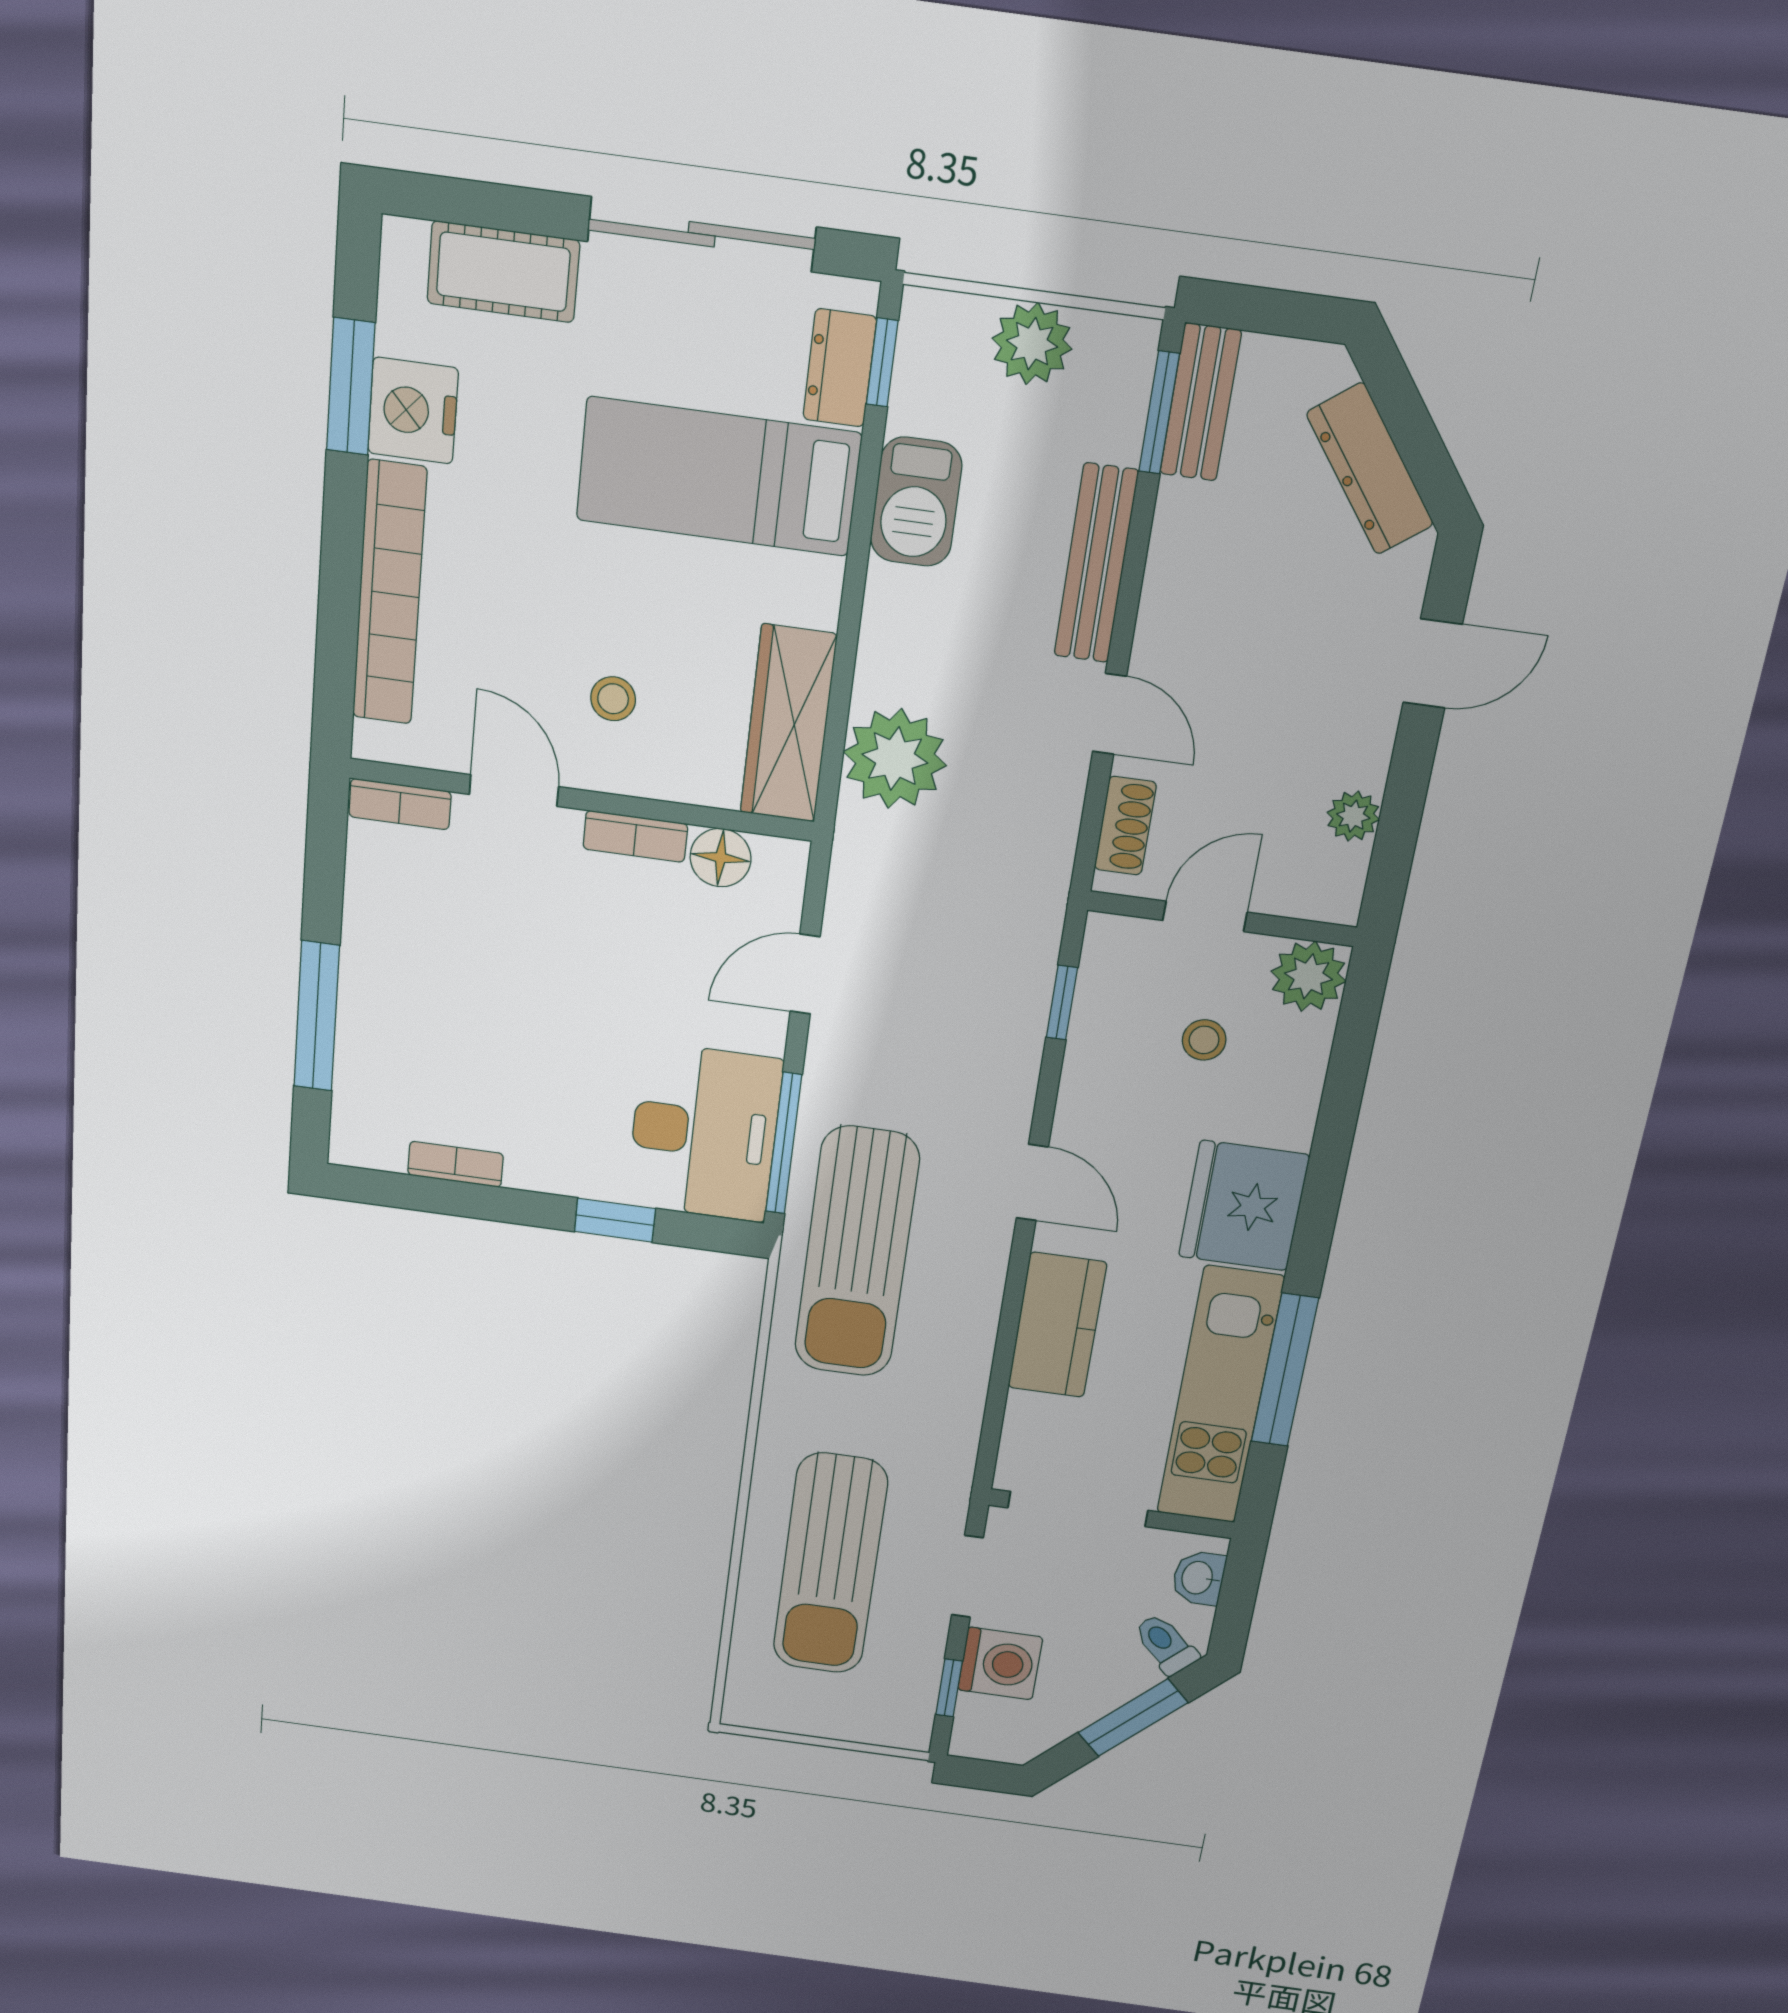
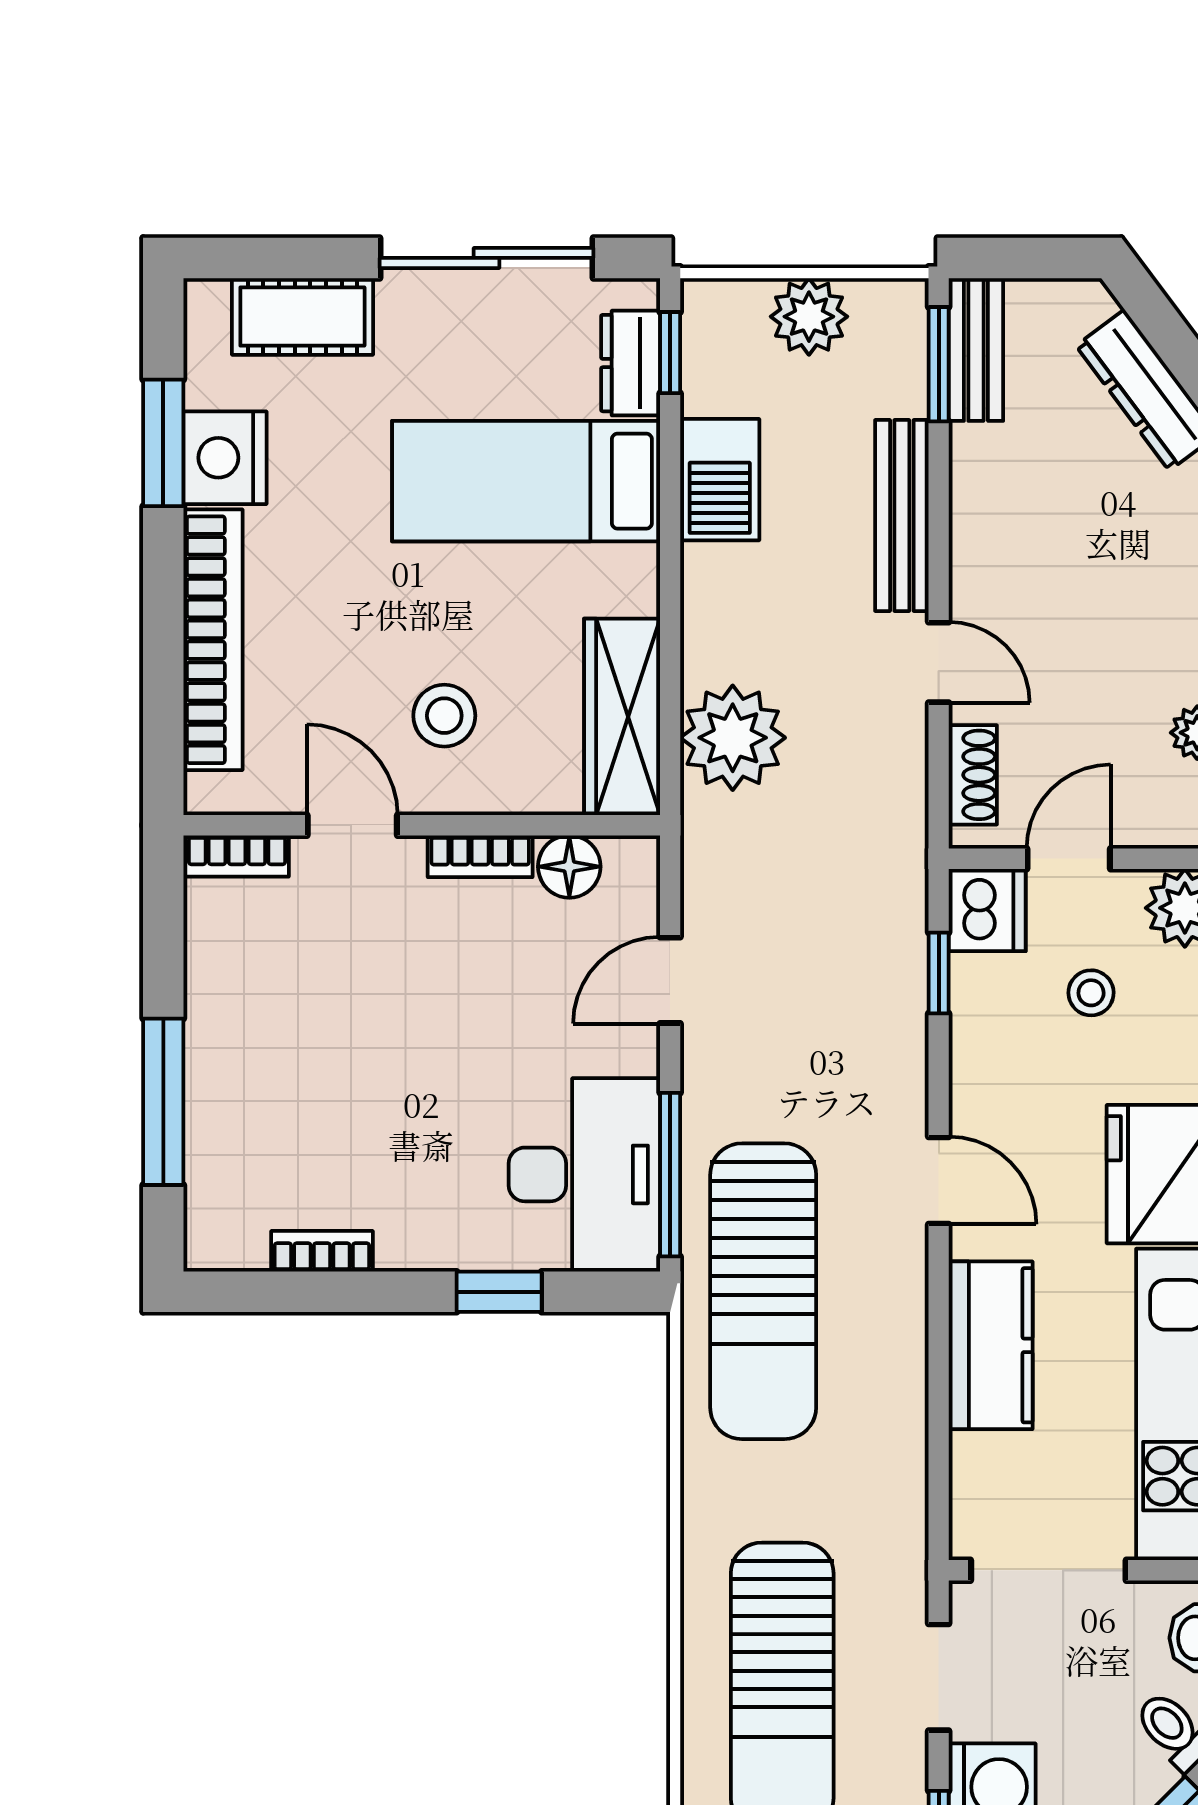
stool: (613, 699) -> (444, 716), width x1.37, depth x1.37
dishwasher: (1118, 952) -> (987, 910), added

